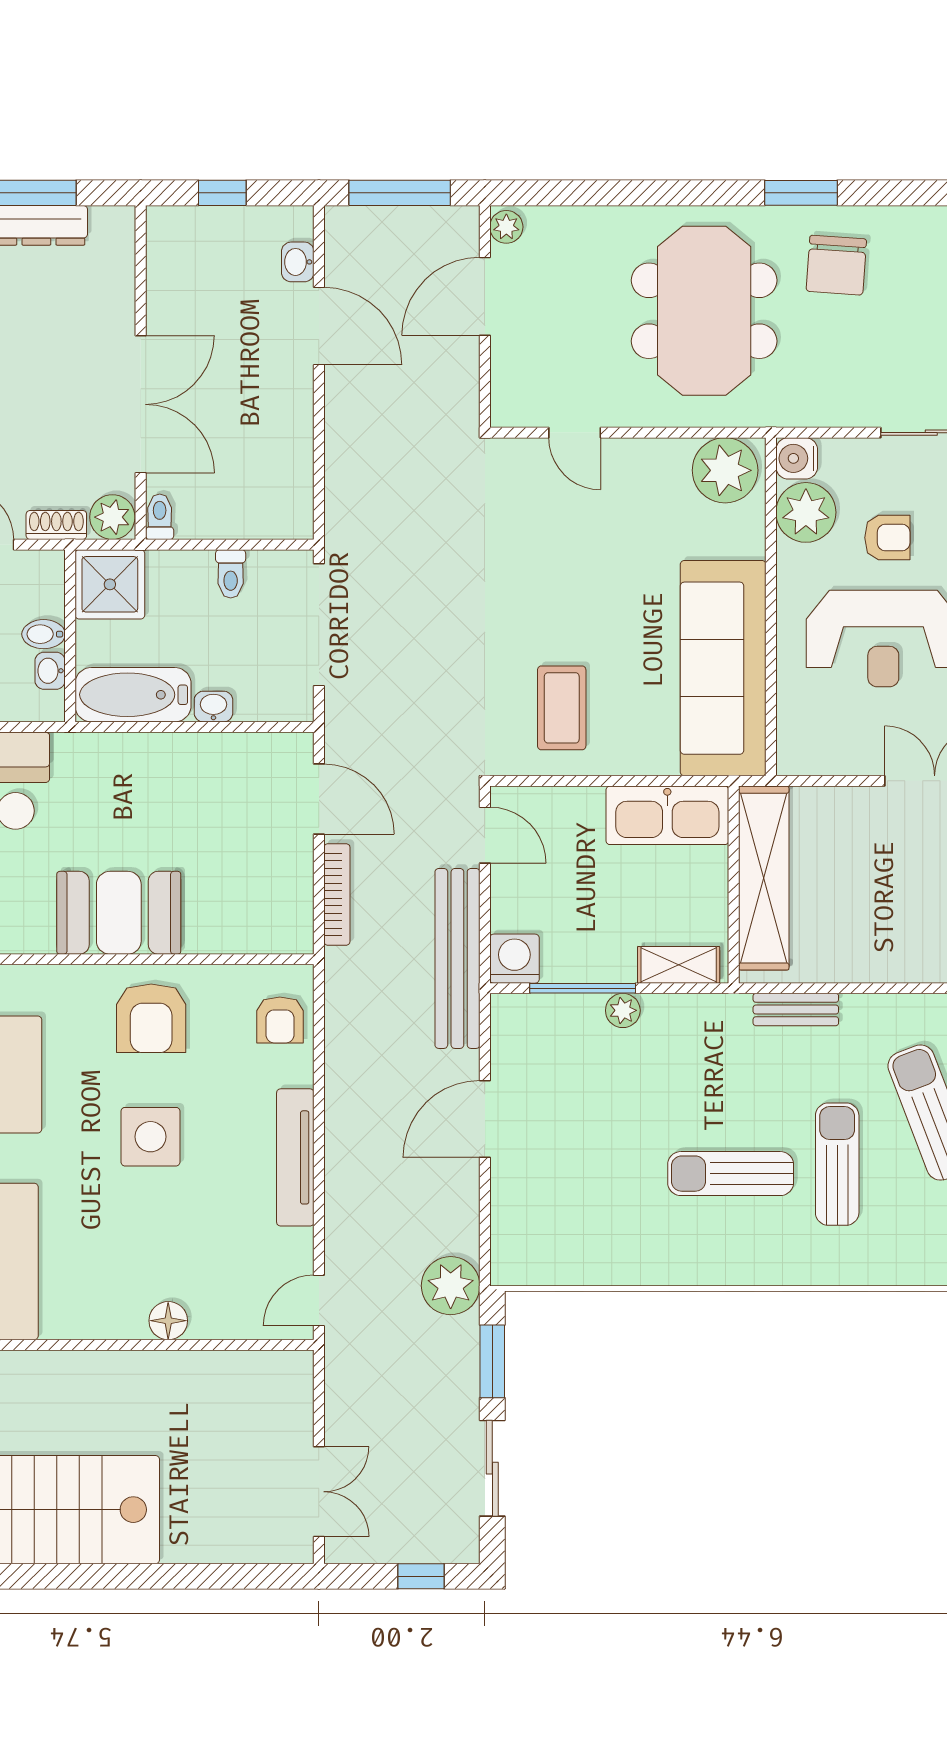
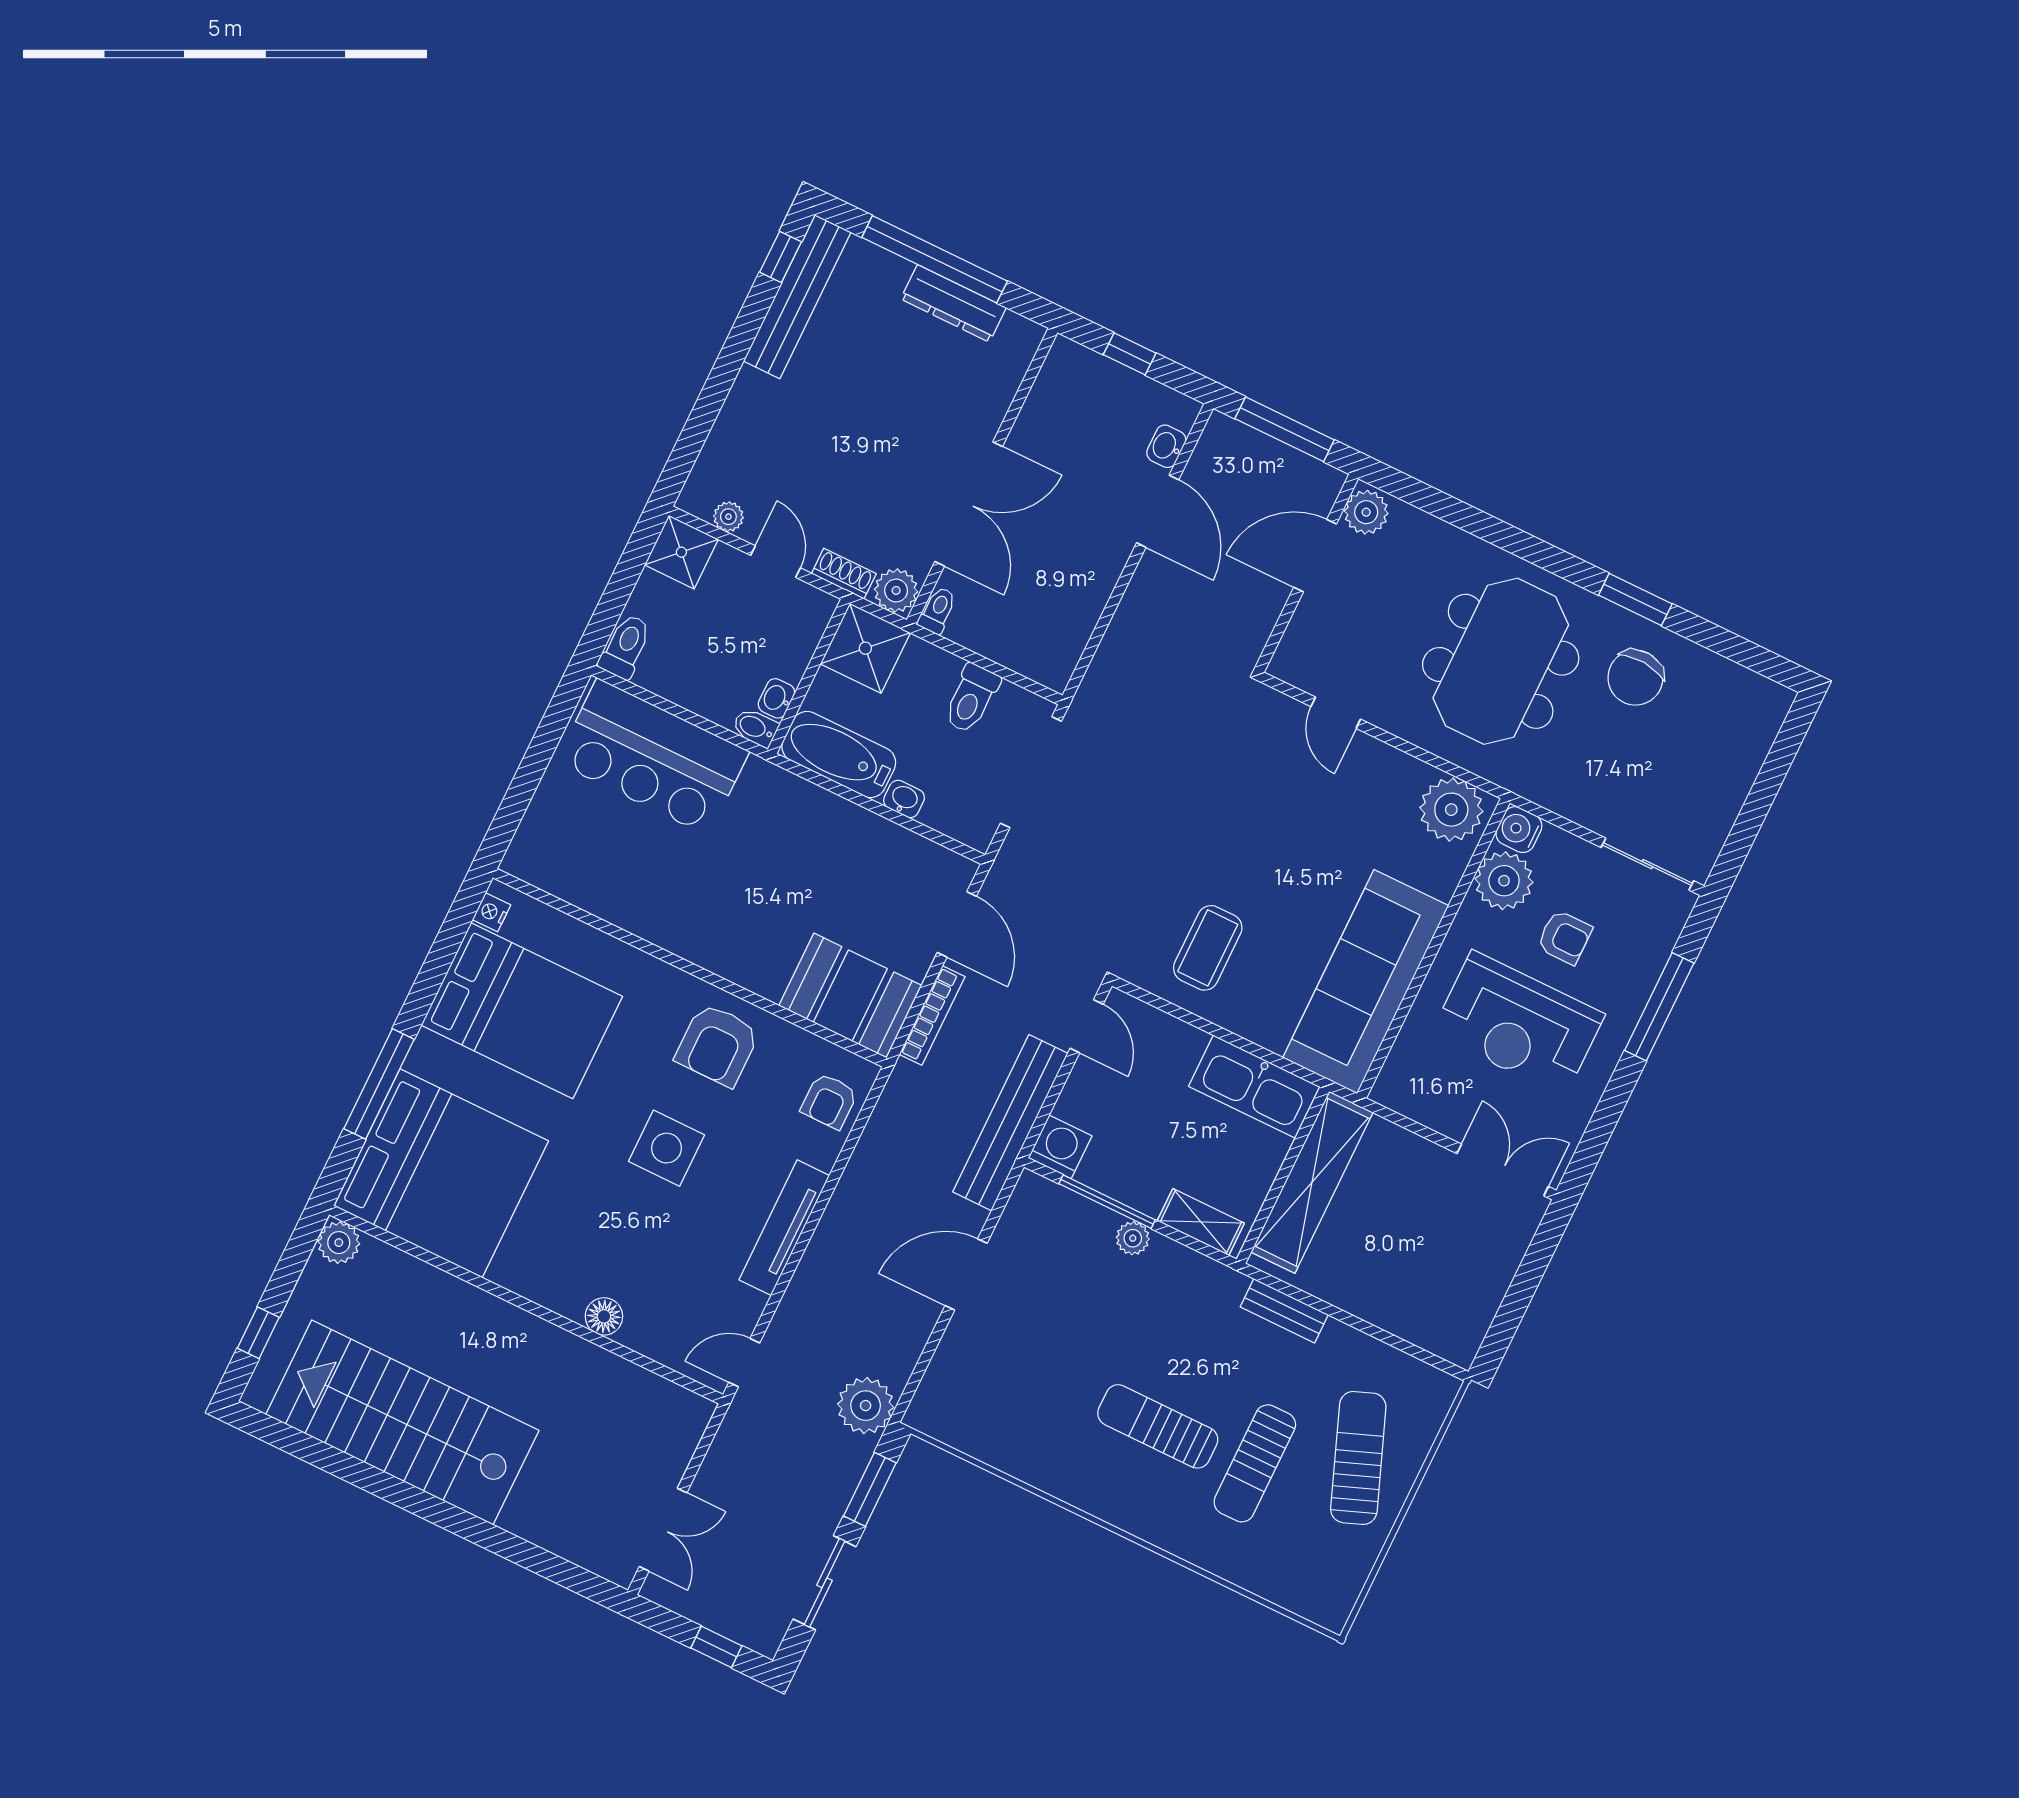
plant: (506, 227) -> (1366, 512), width x1.38, depth x1.38
toilet: (231, 574) -> (971, 698), width x1.37, depth x1.39
bidet: (44, 634) -> (755, 728), moved
booth: (119, 913) -> (850, 996), moved
sun lounger: (837, 1164) -> (1255, 1463), turned 180

